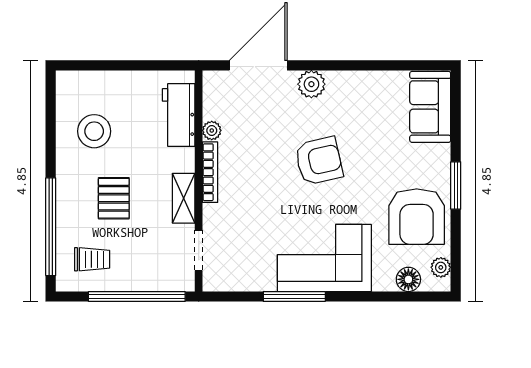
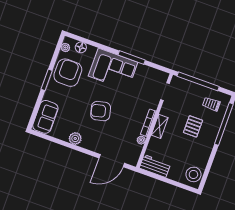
plant: (311, 84) -> (75, 138), moved
workbench: (179, 115) -> (155, 166), moved, turned -90
stool: (94, 131) -> (193, 174), moved
shelving: (184, 198) -> (160, 126), moved

